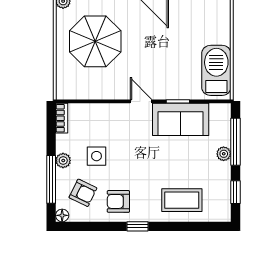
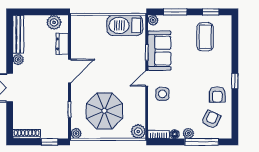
plant: (66, 89) -> (138, 132), added
window: (235, 142) -> (175, 12), width x0.69
plant: (224, 154) -> (153, 20), moved
side table: (97, 156) -> (162, 94), moved
coffee table: (182, 200) -> (205, 37), moved
floor lamp: (62, 215) -> (175, 134), moved

